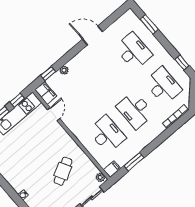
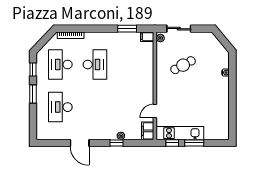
window: (149, 24) -> (33, 94), moved
window: (48, 74) -> (117, 143), moved
desk: (107, 134) -> (129, 64), removed

